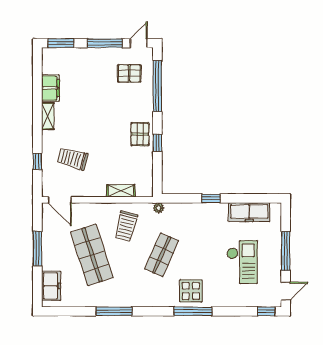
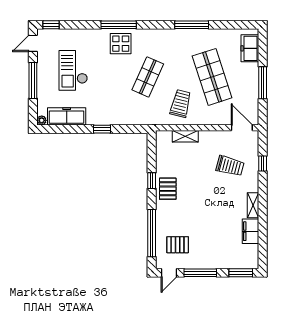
plant: (159, 208) -> (42, 120), moved

